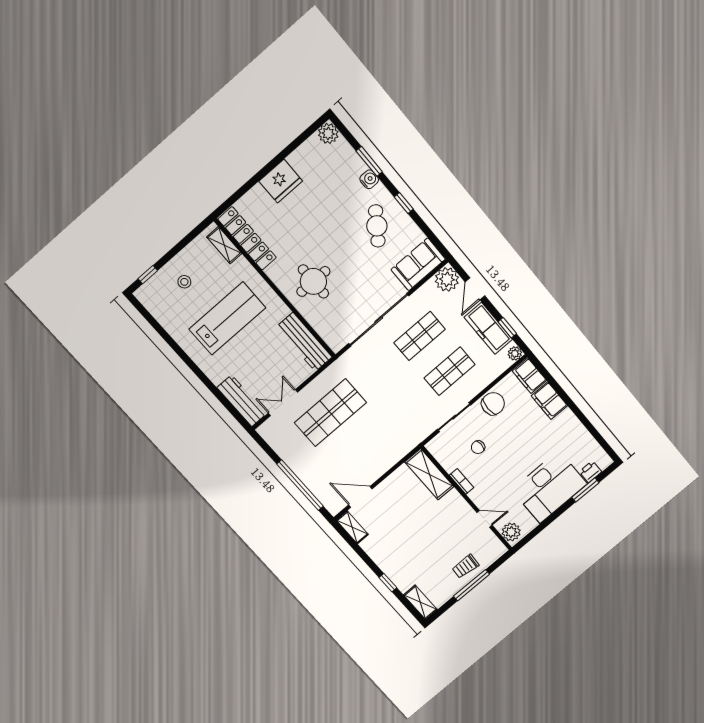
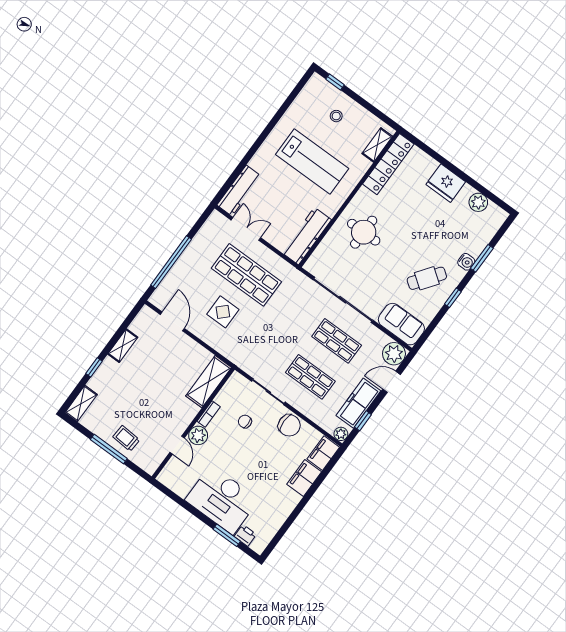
plant: (328, 133) -> (478, 202), moved
display table: (363, 445) -> (223, 312), added
shelving: (352, 527) -> (123, 346), moved
plant: (511, 532) -> (198, 435), moved

